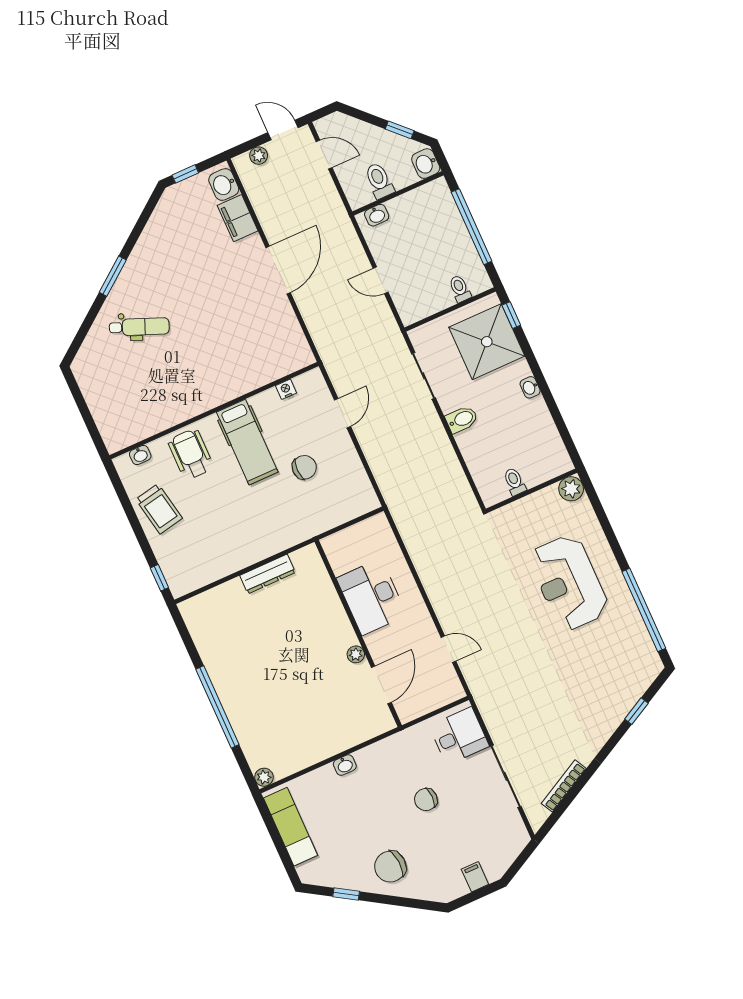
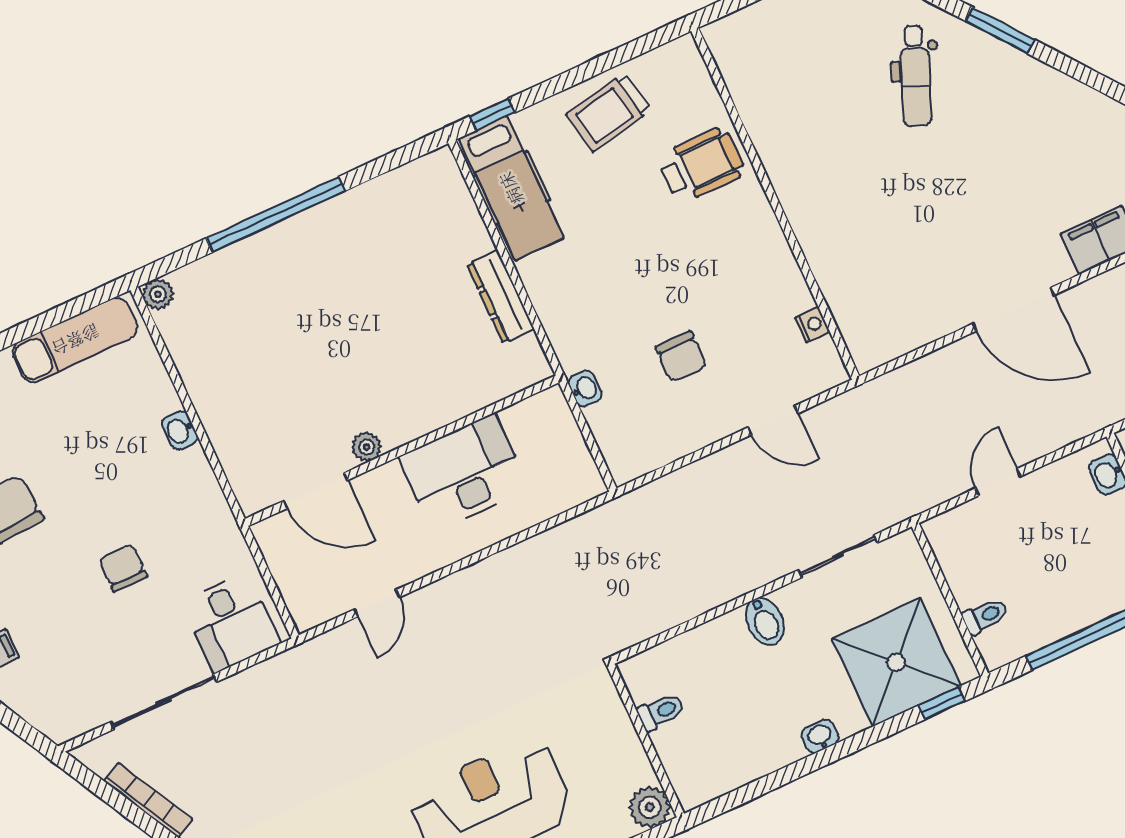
hospital bed: (247, 442) -> (511, 188), moved, turned -90
washbasin: (140, 455) -> (585, 389), moved, turned 180

